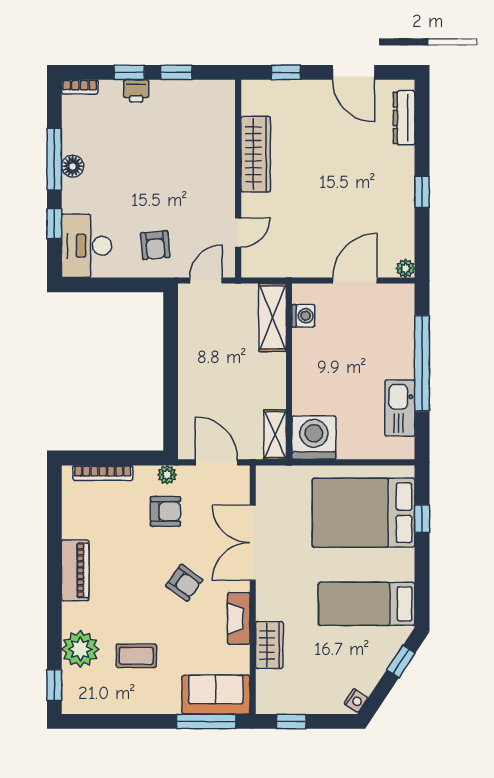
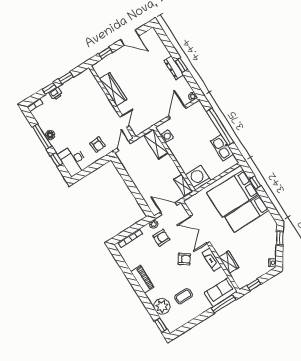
dresser: (404, 118) -> (174, 68), moved
bed: (367, 604) -> (247, 214), moved

